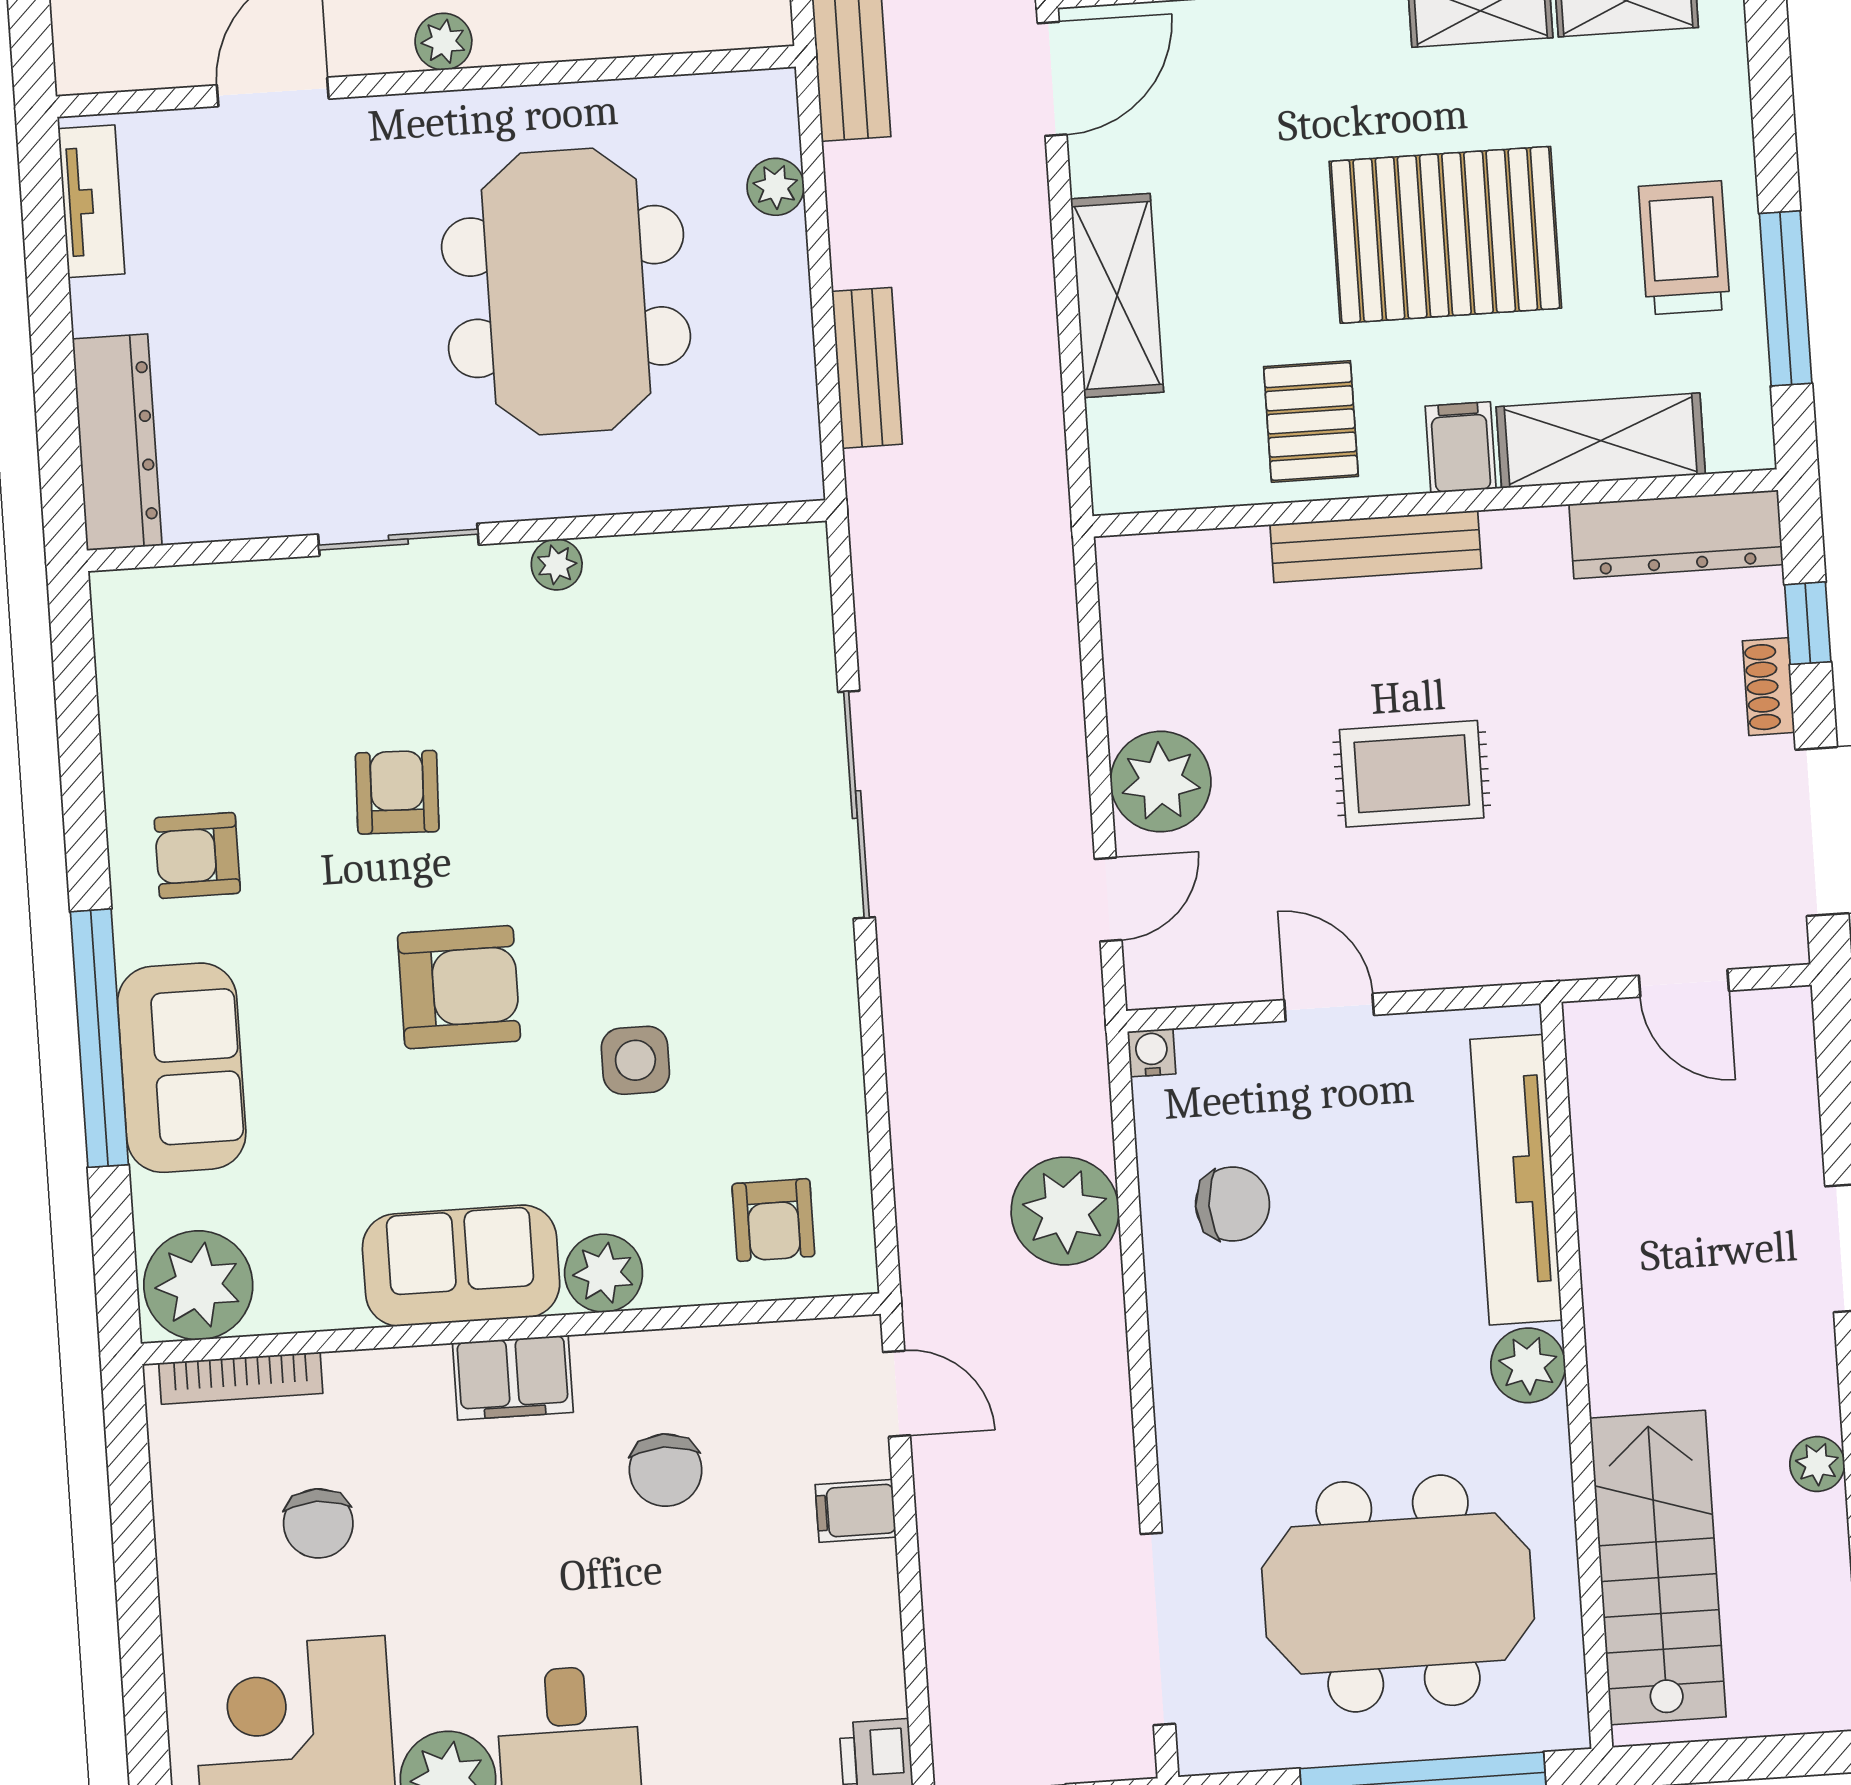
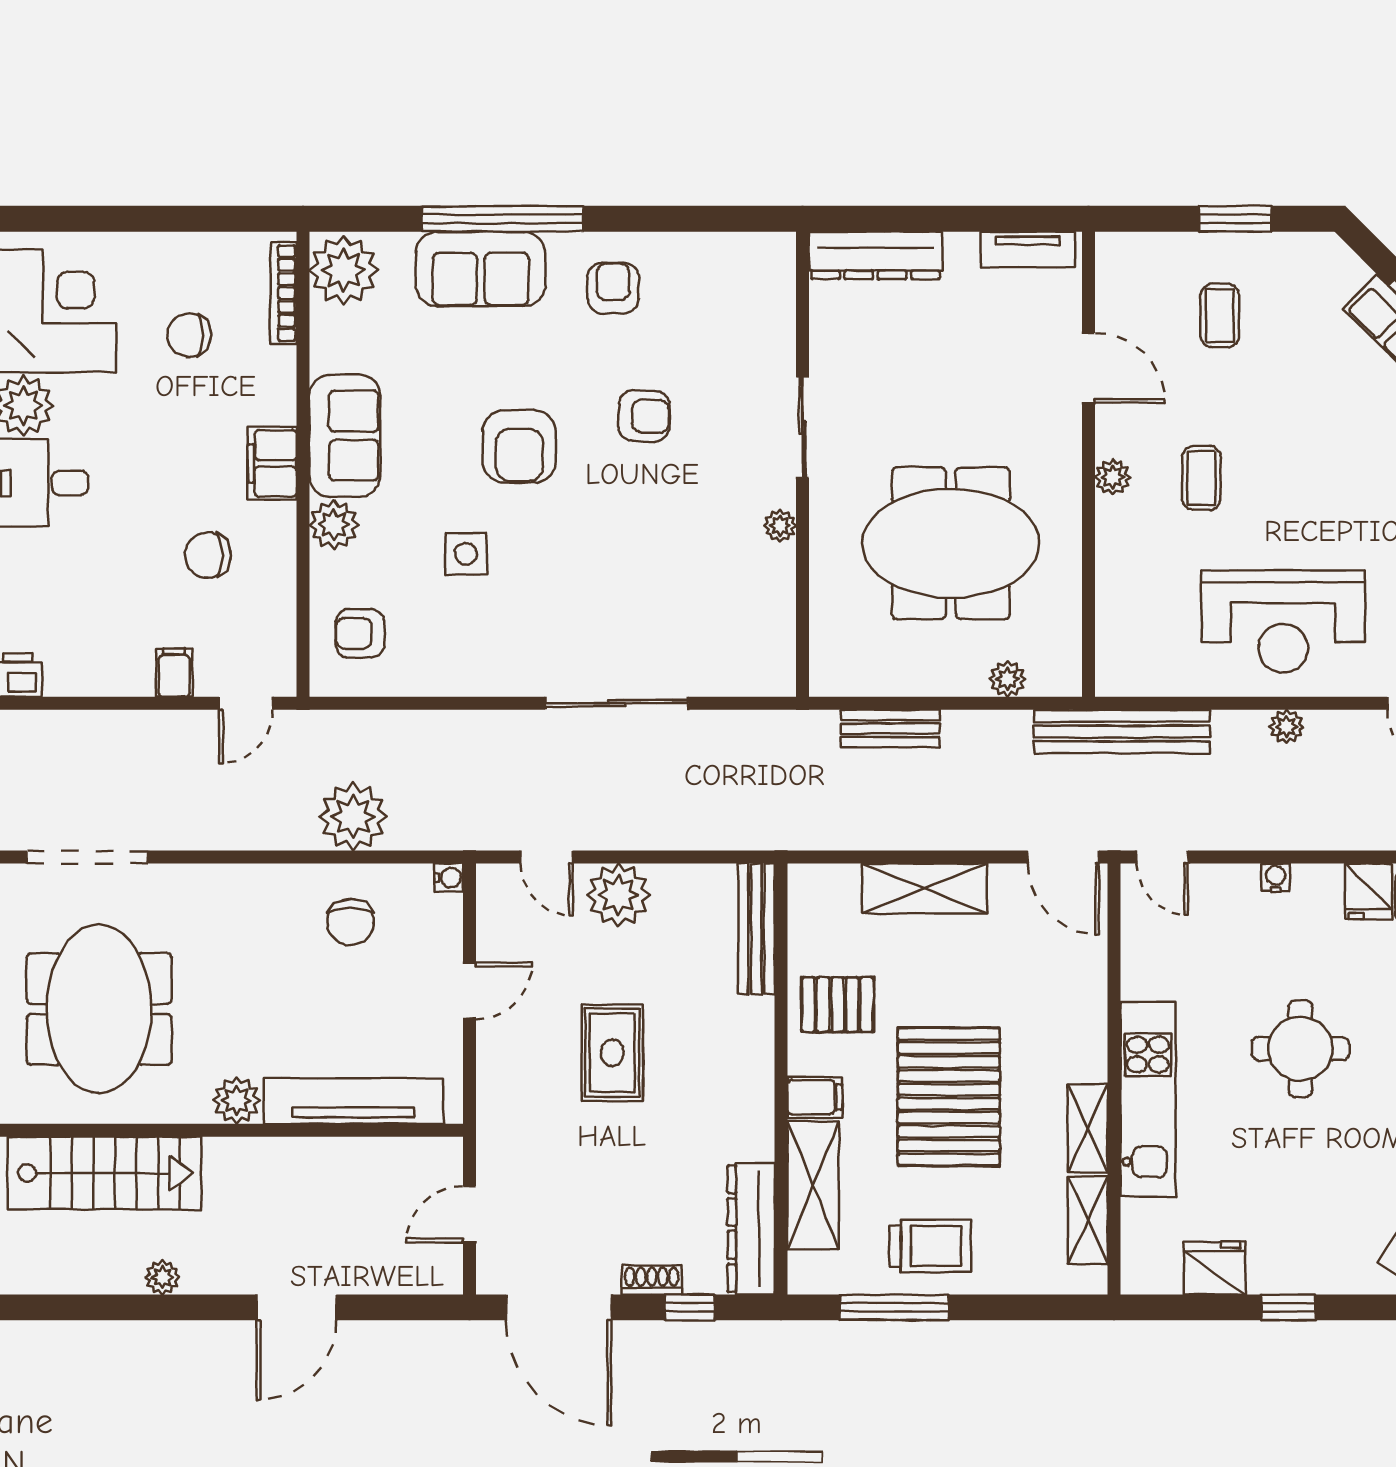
bench: (1376, 546) -> (756, 929), moved

